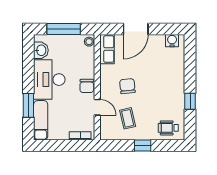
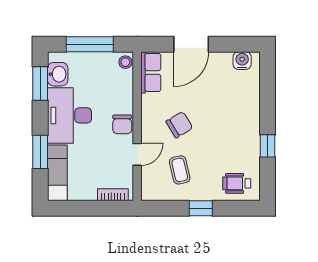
window: (28, 57) -> (40, 84), added
chair: (127, 86) -> (179, 125), turned 65
door: (97, 107) -> (137, 154), hinge flipped

